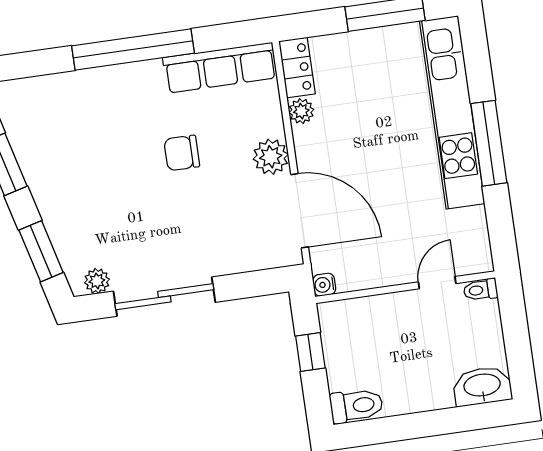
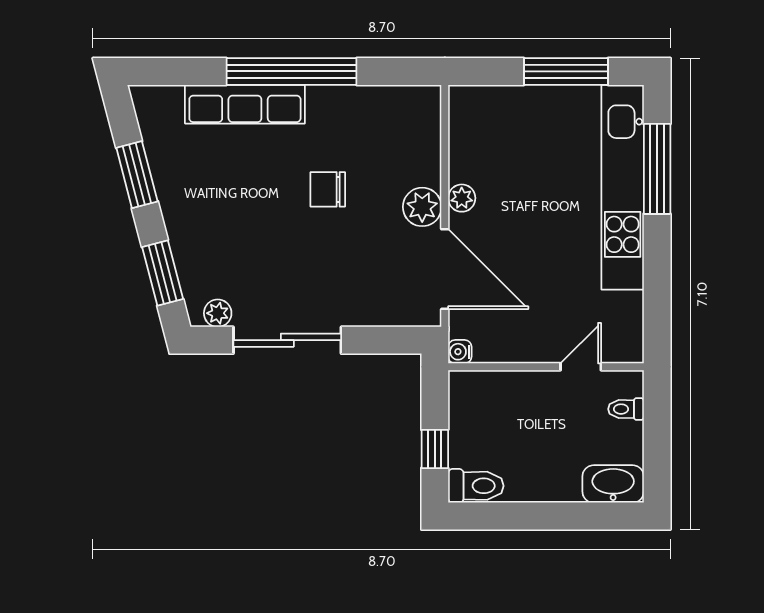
row of seats: (220, 68) -> (245, 104), moved
locker: (297, 68) -> (464, 116), removed
plant: (301, 111) -> (462, 198), moved
window: (489, 143) -> (657, 169), moved
toilet: (481, 290) -> (626, 409), moved
window: (310, 352) -> (435, 449), moved

